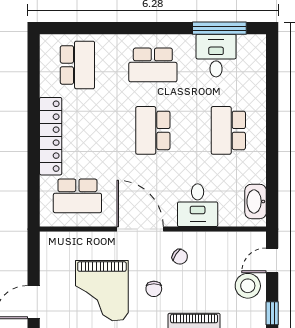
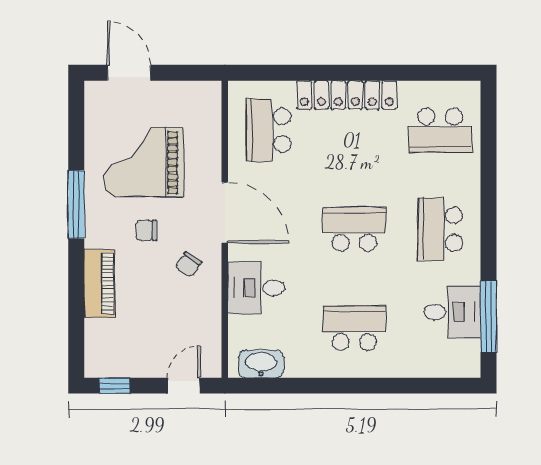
door: (140, 229) -> (225, 213), hinge flipped
door: (272, 260) -> (184, 386), hinge flipped
stool: (248, 286) -> (150, 354), removed

